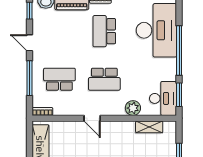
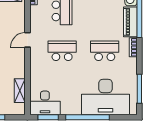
school desk: (104, 79) -> (62, 51), turned 90
plant: (133, 108) -> (36, 76), removed

